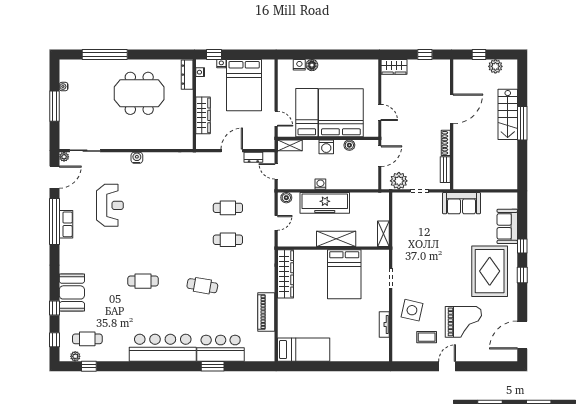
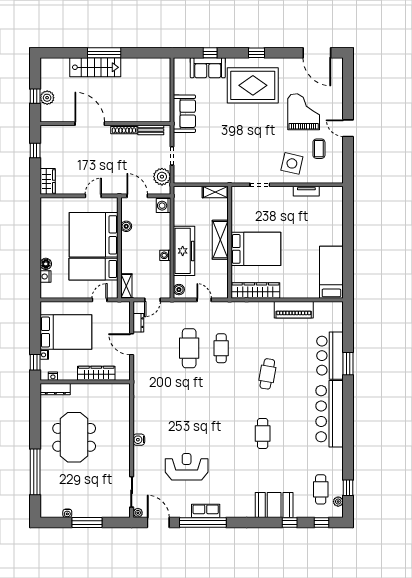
plant: (495, 66) -> (47, 98), moved
washing machine: (326, 147) -> (163, 206), moved, turned 180
cafe table: (228, 208) -> (189, 348), width x1.37, depth x1.35
window: (522, 246) -> (210, 53), moved
bed: (344, 274) -> (256, 249), moved

